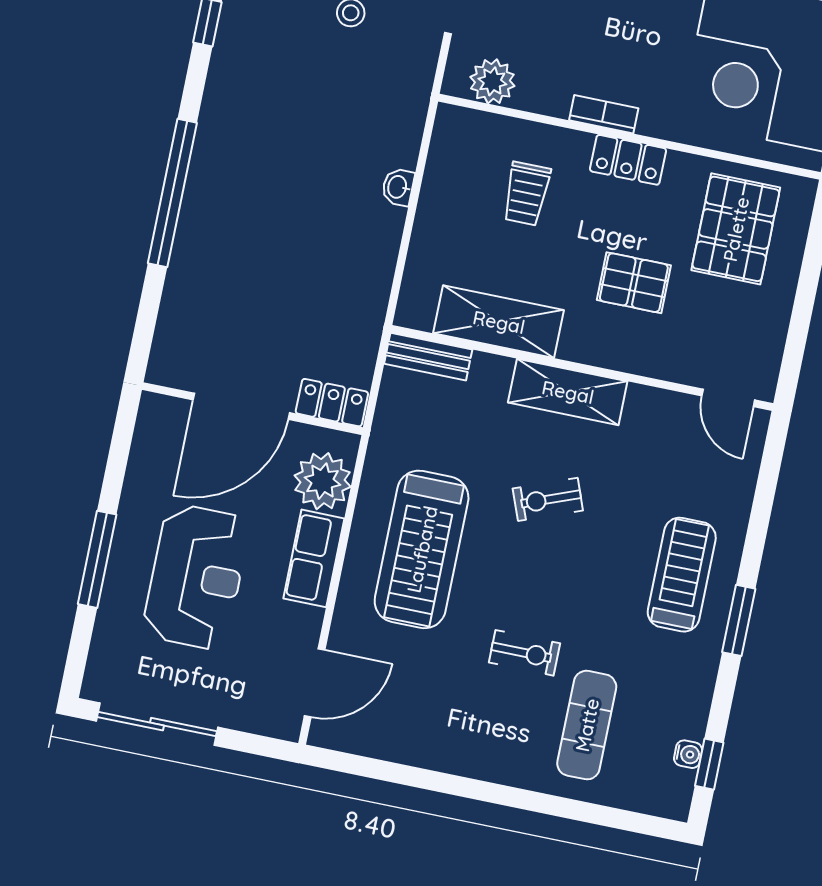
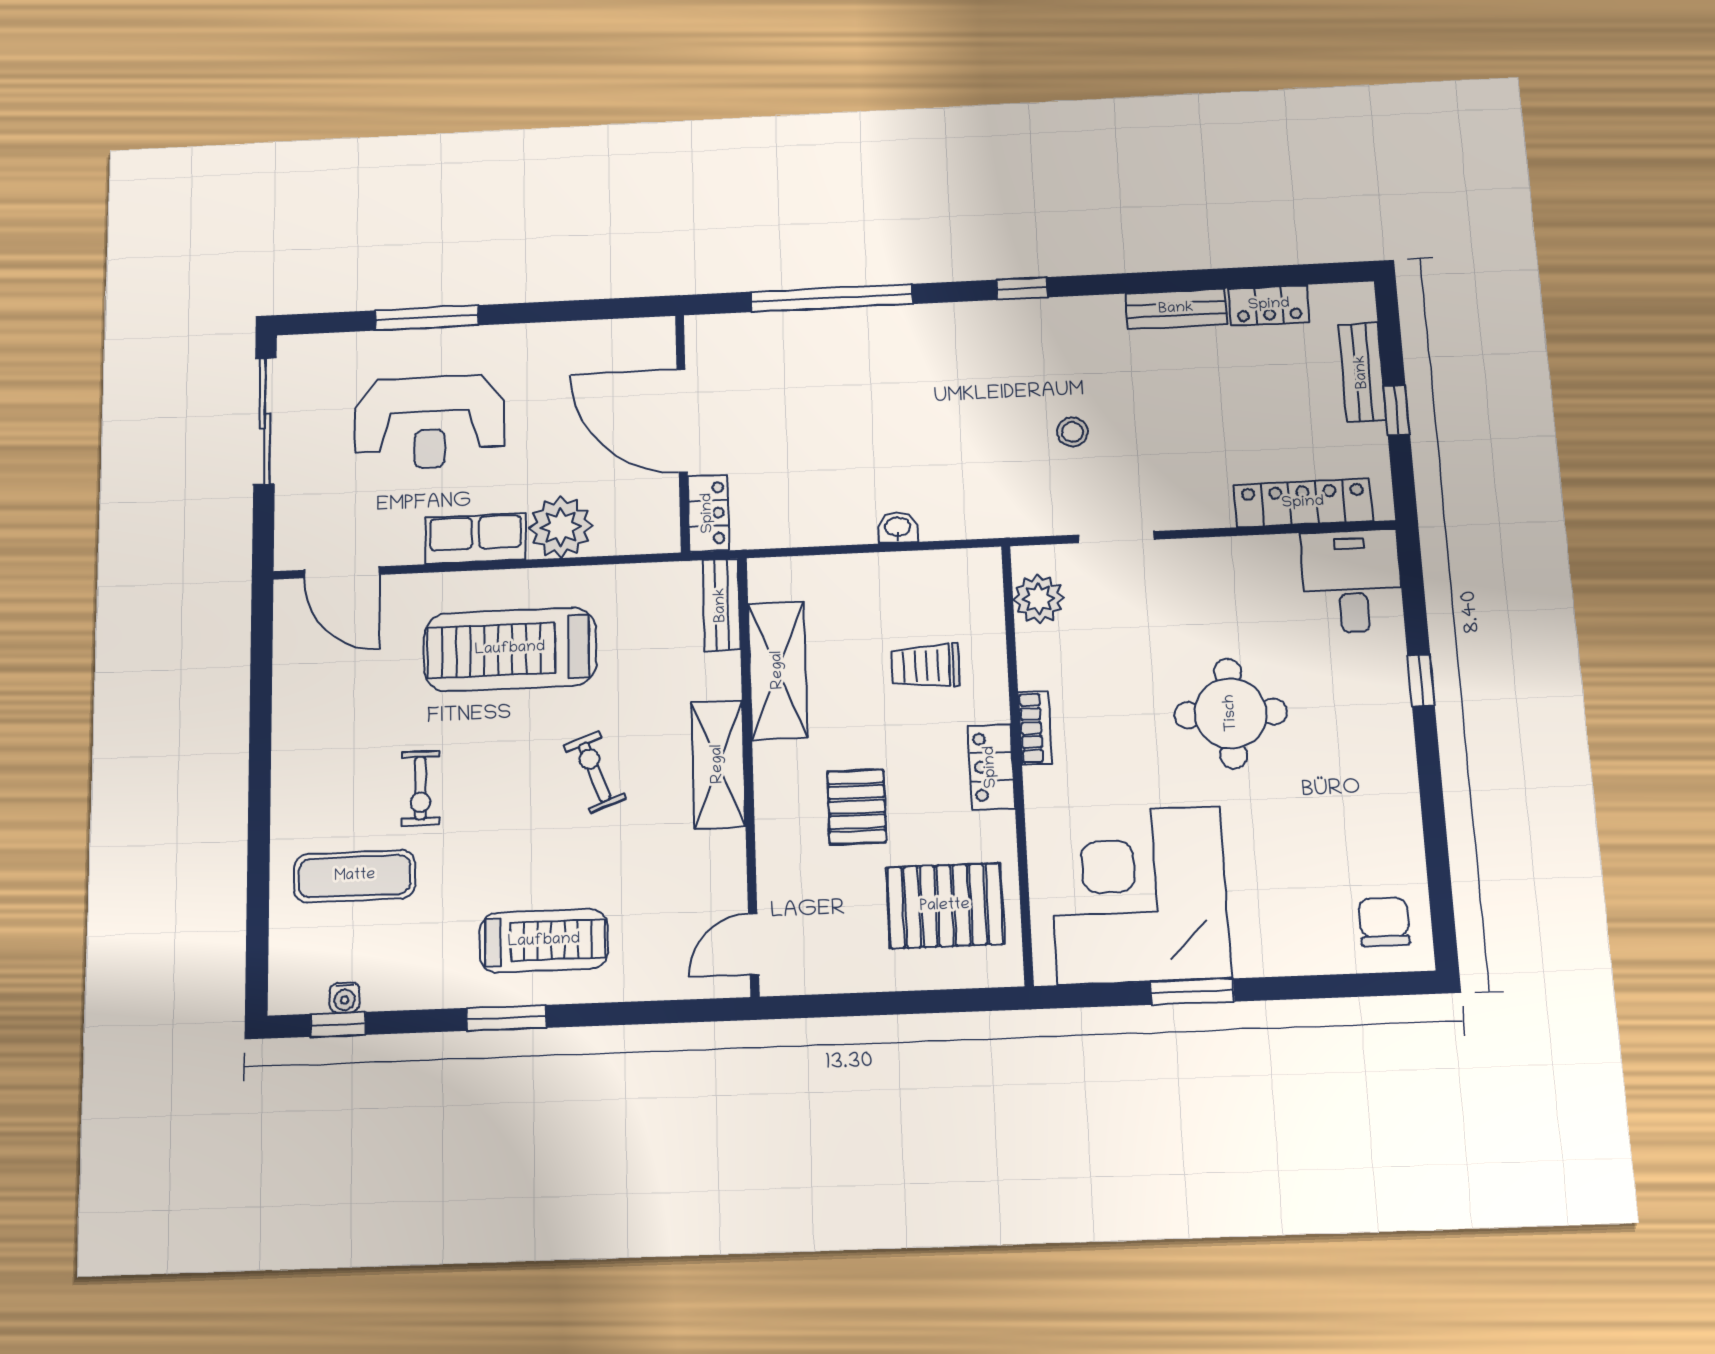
locker: (332, 403) -> (708, 513), moved
door: (241, 406) -> (682, 421), moved
wall: (252, 409) -> (682, 433), moved

